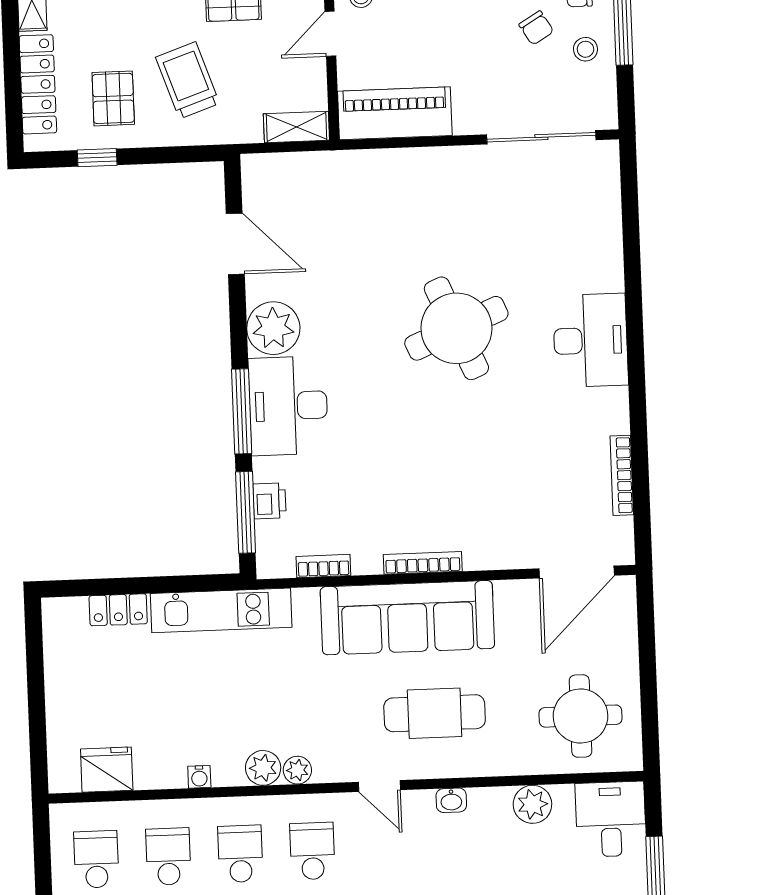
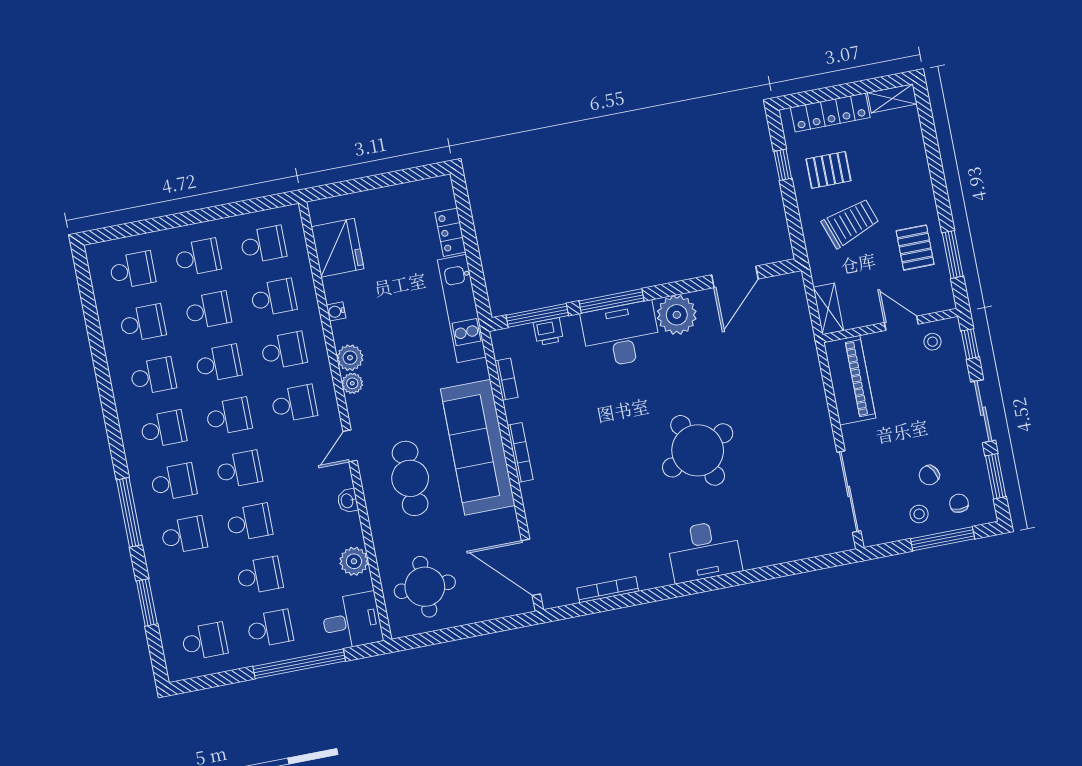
fridge: (107, 770) -> (338, 248), width x1.36, depth x1.34

